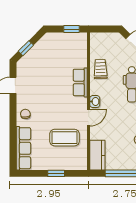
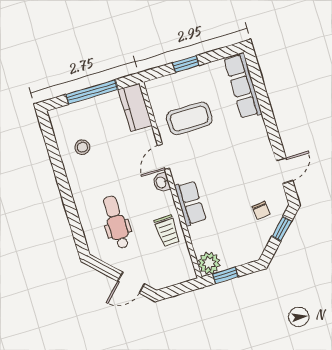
plant: (80, 40) -> (209, 263), added
chair: (25, 114) -> (261, 210), moved

